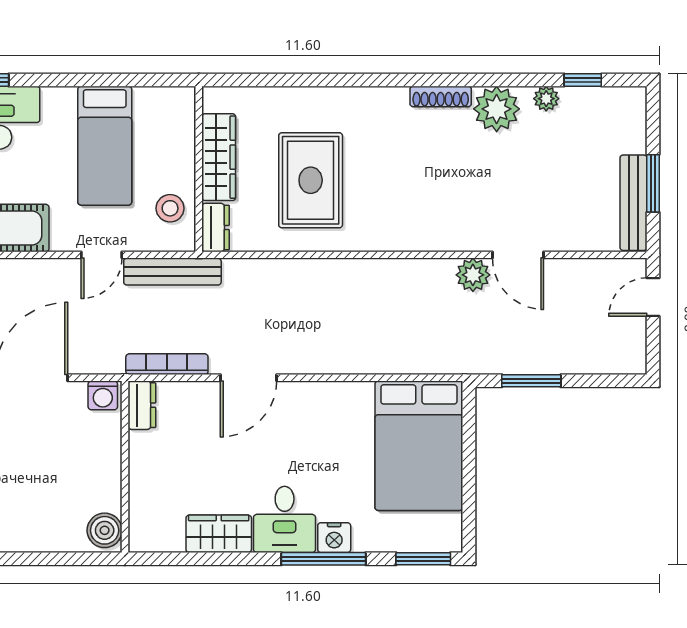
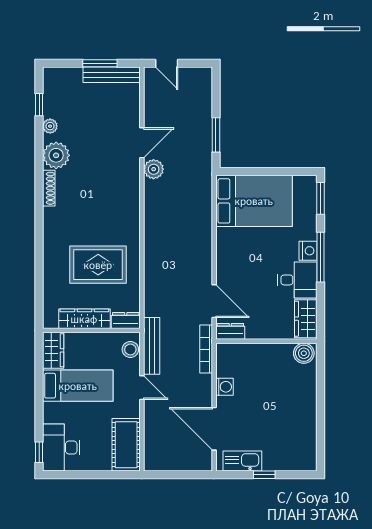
wardrobe: (165, 104) -> (53, 350), added
stool: (170, 208) -> (130, 349), moved
dresser: (142, 405) -> (230, 331), moved
wall: (125, 467) -> (266, 341), moved
boiler: (105, 530) -> (304, 353), moved

